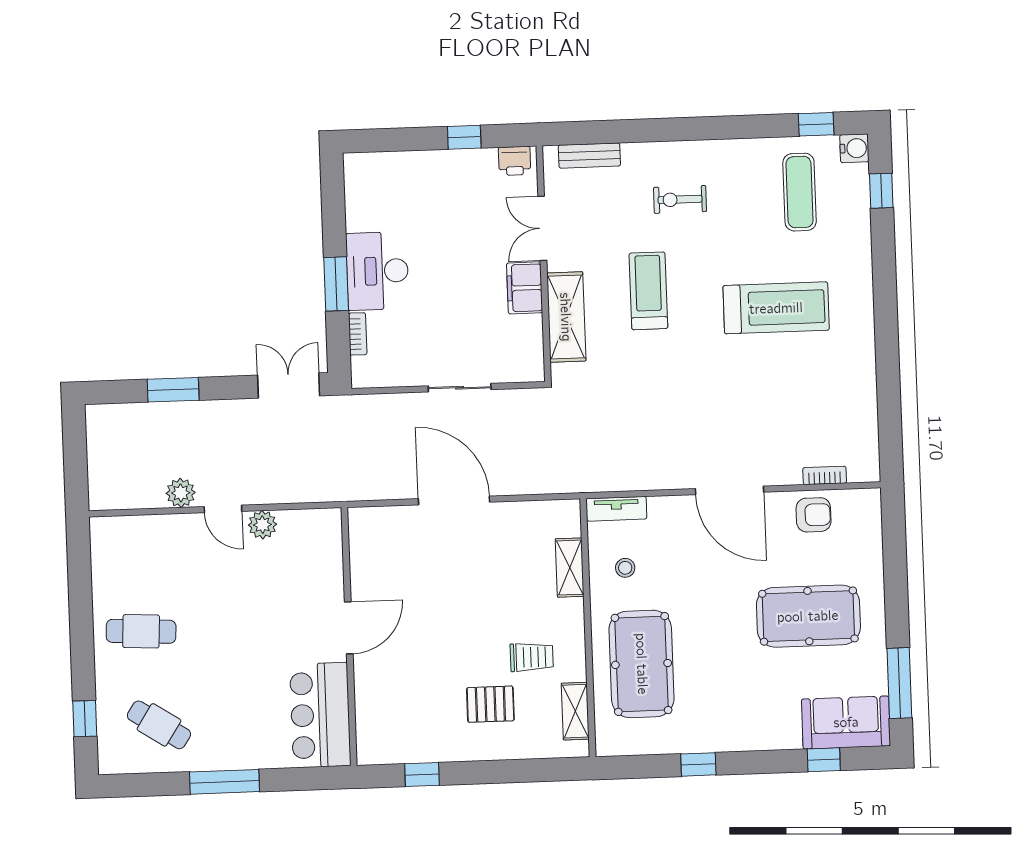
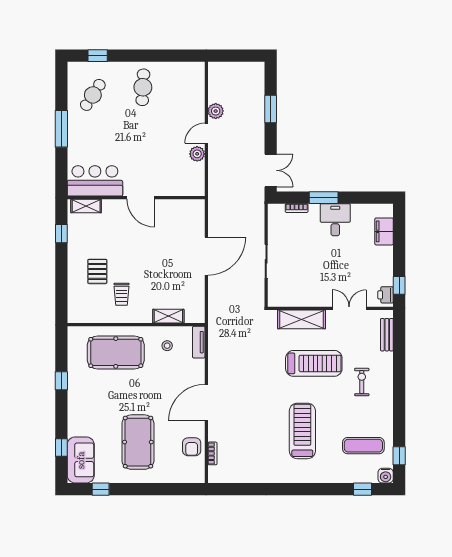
window: (464, 137) -> (399, 285), moved
desk: (377, 271) -> (335, 220), width x0.73
filing cabinet: (525, 288) -> (384, 231), moved, turned -90
treadmill: (648, 291) -> (314, 363), width x1.37, depth x1.38
treadmill: (776, 308) -> (302, 431), turned 180
window: (899, 683) -> (101, 489), width x0.46
shelving: (575, 711) -> (86, 206), moved

